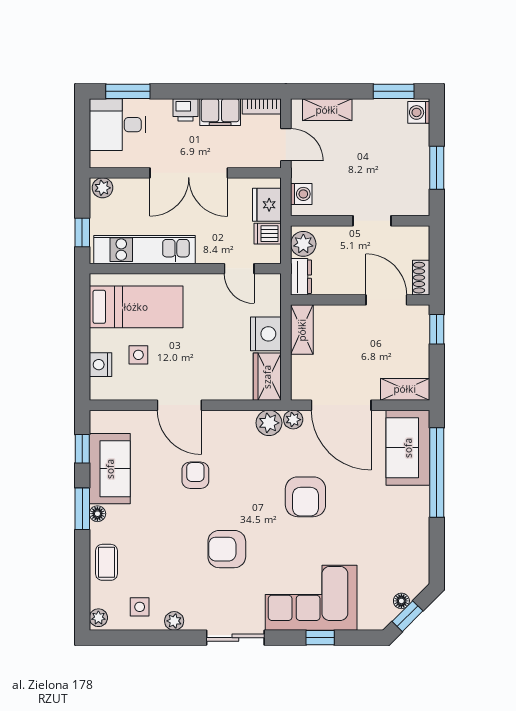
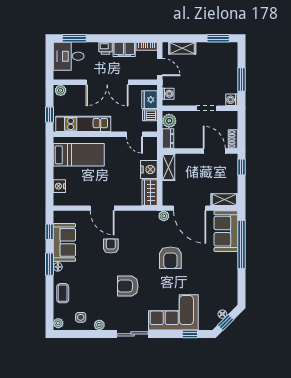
washing machine: (419, 112) -> (232, 100), moved
side table: (138, 355) -> (80, 181), removed
plant: (269, 423) -> (151, 218), removed
window: (320, 638) -> (190, 334), moved

